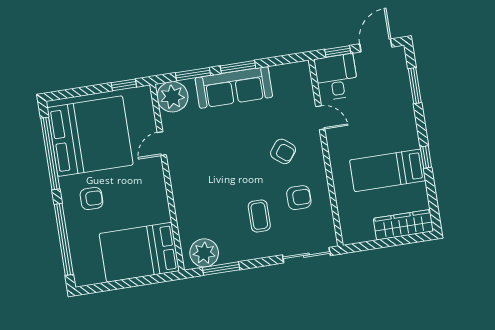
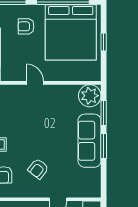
window: (124, 85) -> (104, 42), moved
door: (162, 144) -> (35, 83), moved
armchair: (91, 198) -> (26, 26), turned 90

